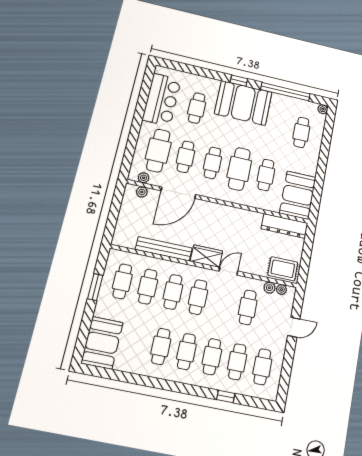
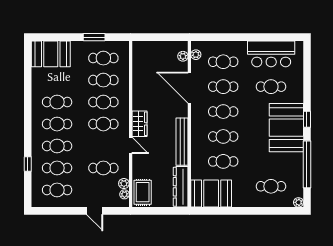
cafe table: (158, 151) -> (223, 62), width x0.73, depth x0.74
cafe table: (239, 169) -> (223, 136), width x0.73, depth x0.74
bench: (164, 249) -> (182, 142), moved

